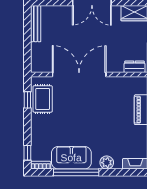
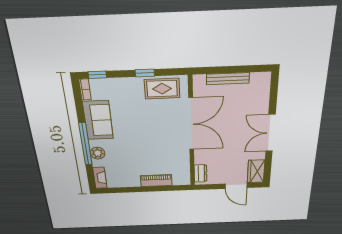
bench: (36, 24) -> (228, 79), moved
window: (27, 100) -> (145, 73), moved
window: (76, 172) -> (85, 144), moved

